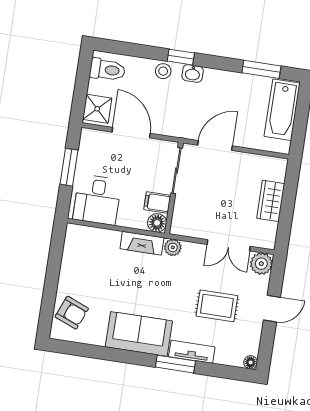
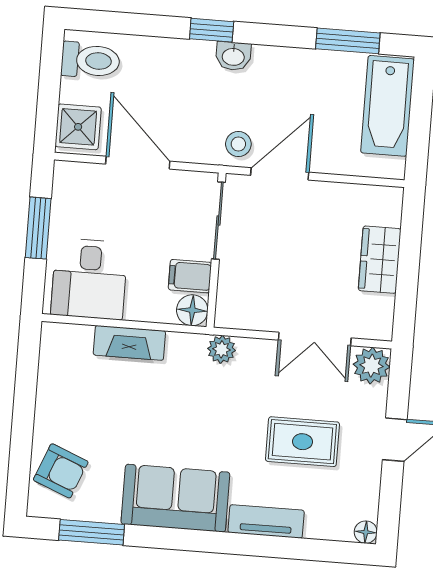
stool: (163, 71) -> (238, 144), moved
fireplace: (142, 243) -> (129, 343), moved
window: (175, 364) -> (92, 532), moved

